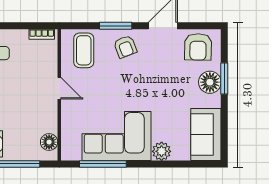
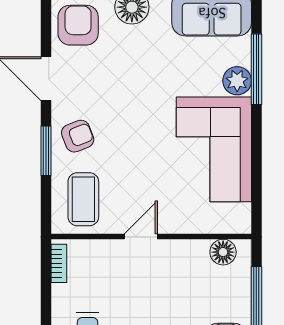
armchair: (198, 47) -> (78, 25), turned -91
coffee table: (84, 50) -> (83, 199), turned 90
window: (103, 164) -> (256, 69), moved

